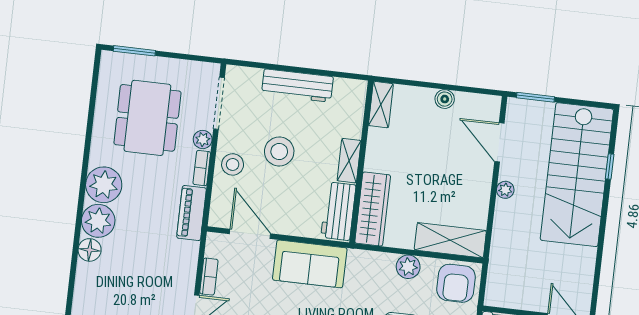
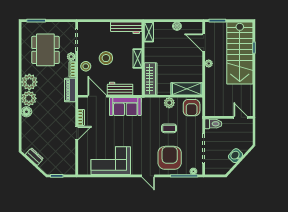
workbench: (297, 86) -> (126, 28), moved
workbench: (338, 211) -> (120, 89), moved, turned 90

